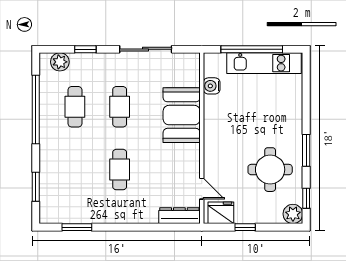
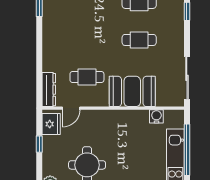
sliding door: (146, 49) -> (187, 78), moved
cafe table: (120, 170) -> (87, 77), moved

